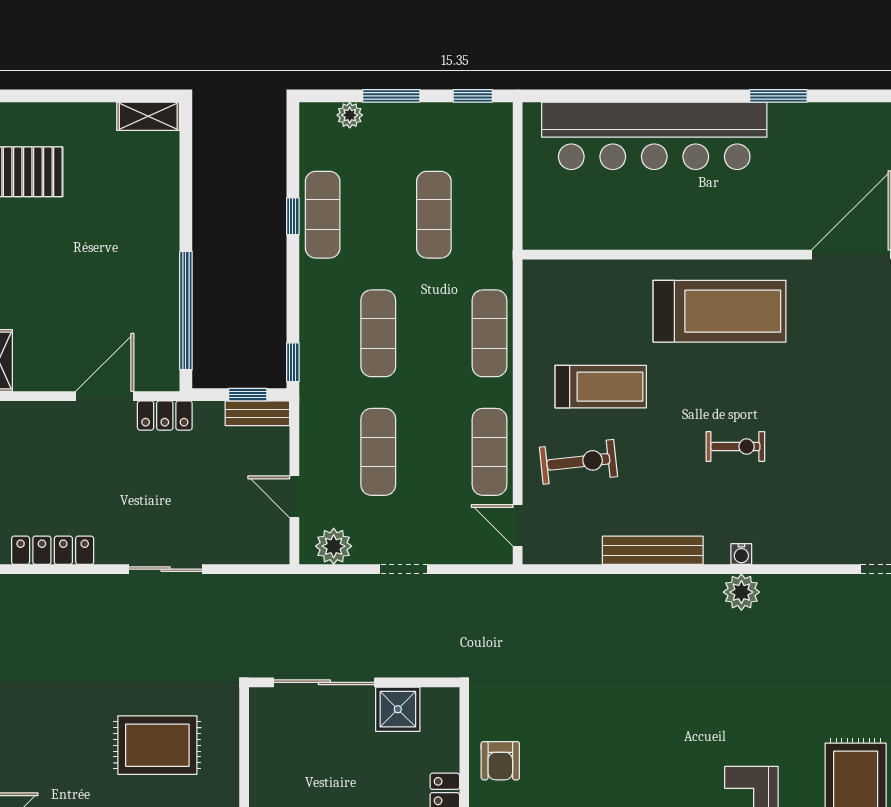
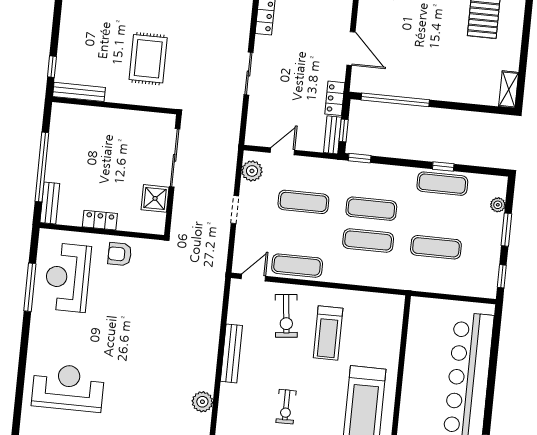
exercise mat: (489, 333) -> (368, 241), moved
locker: (165, 415) -> (335, 98), moved
water cooler: (741, 554) -> (224, 404), removed

